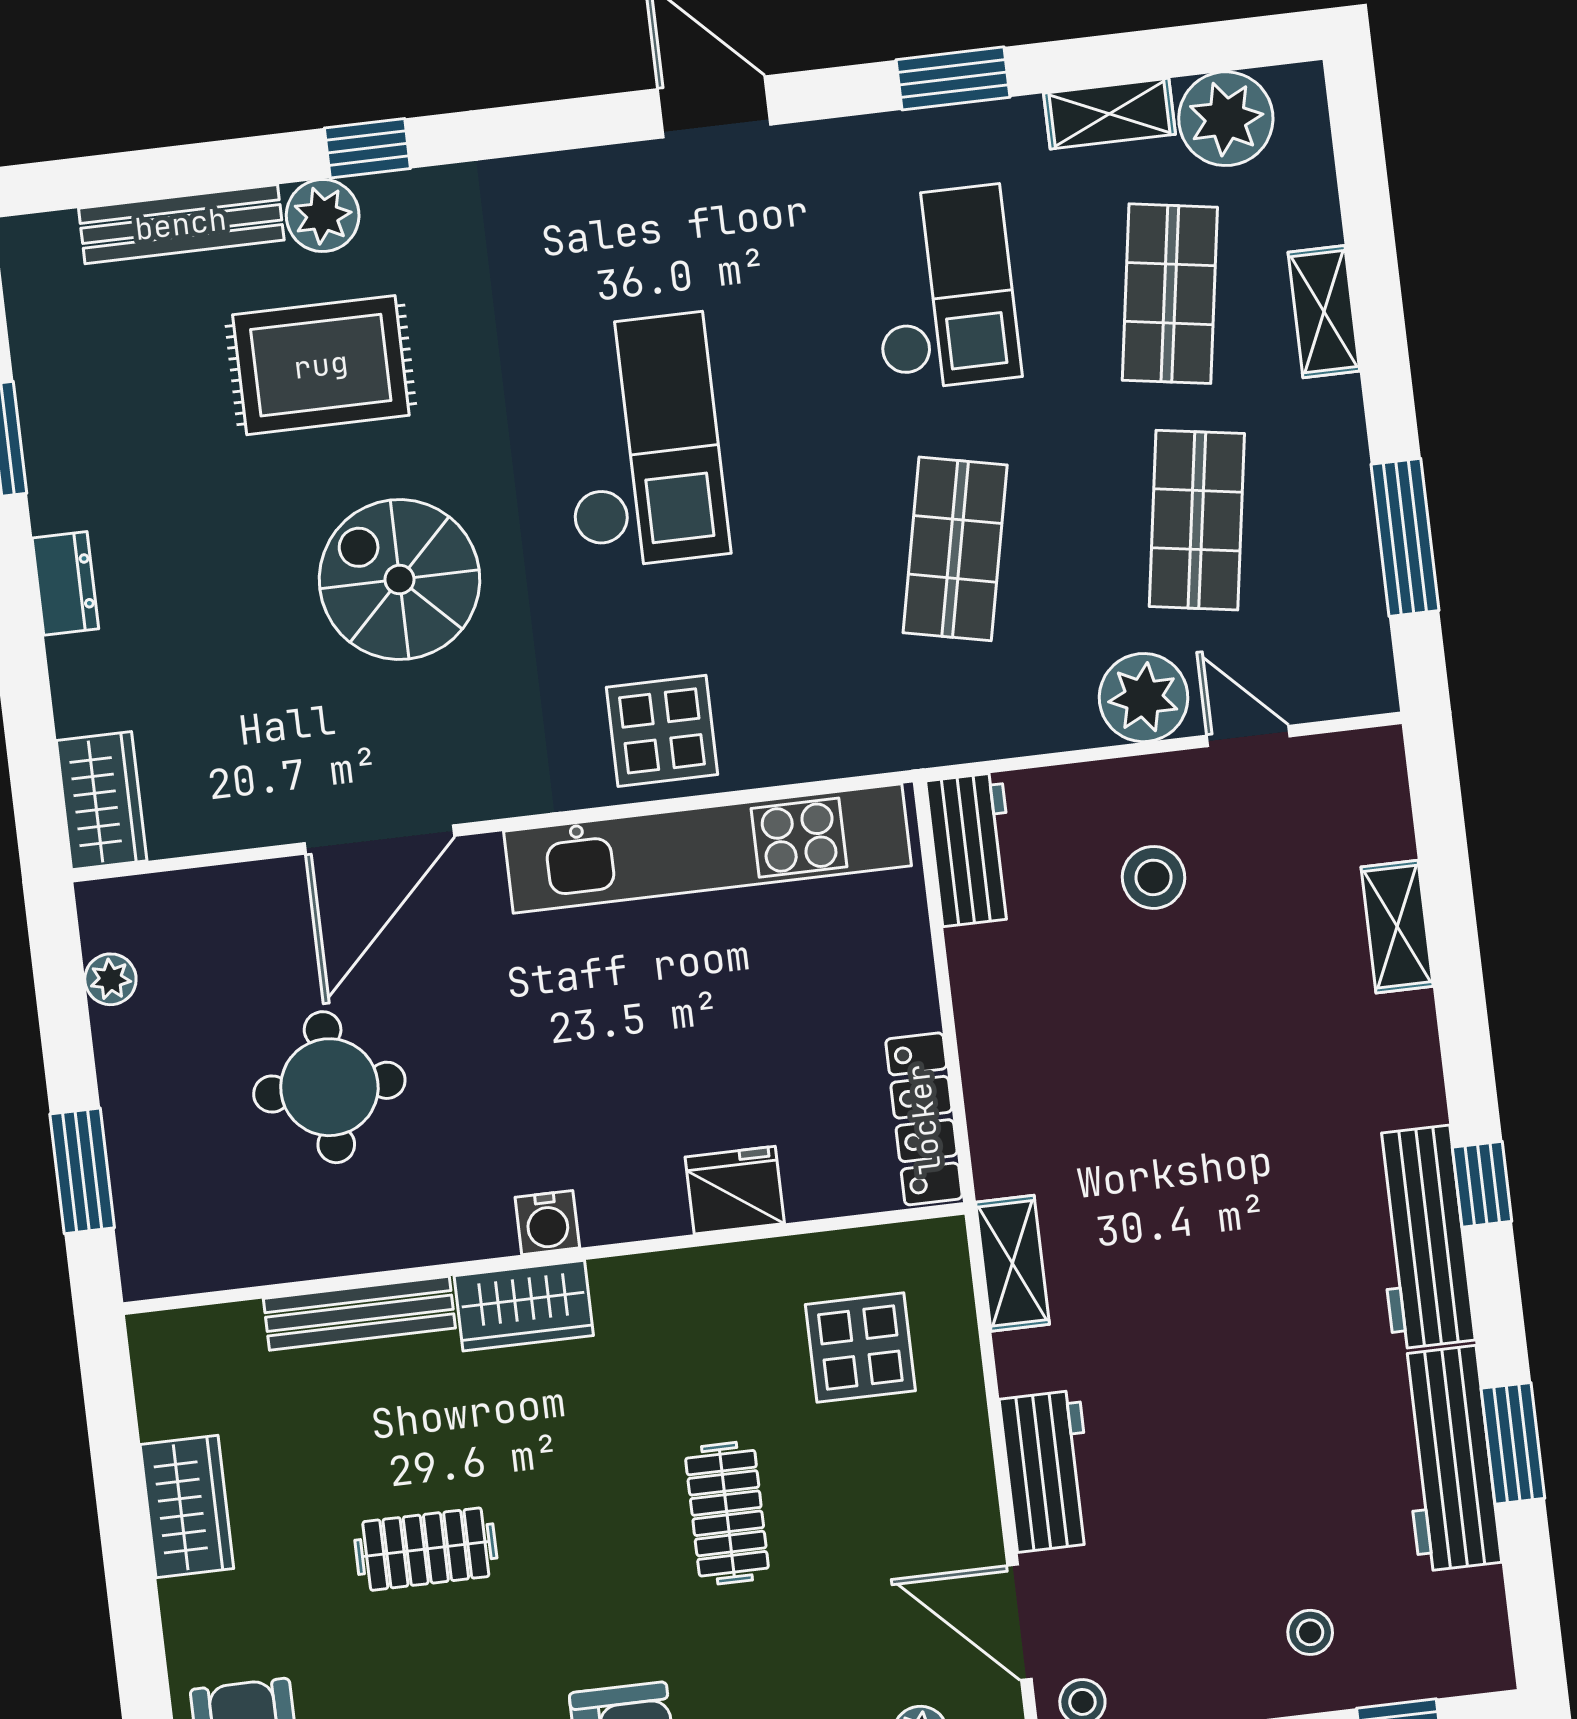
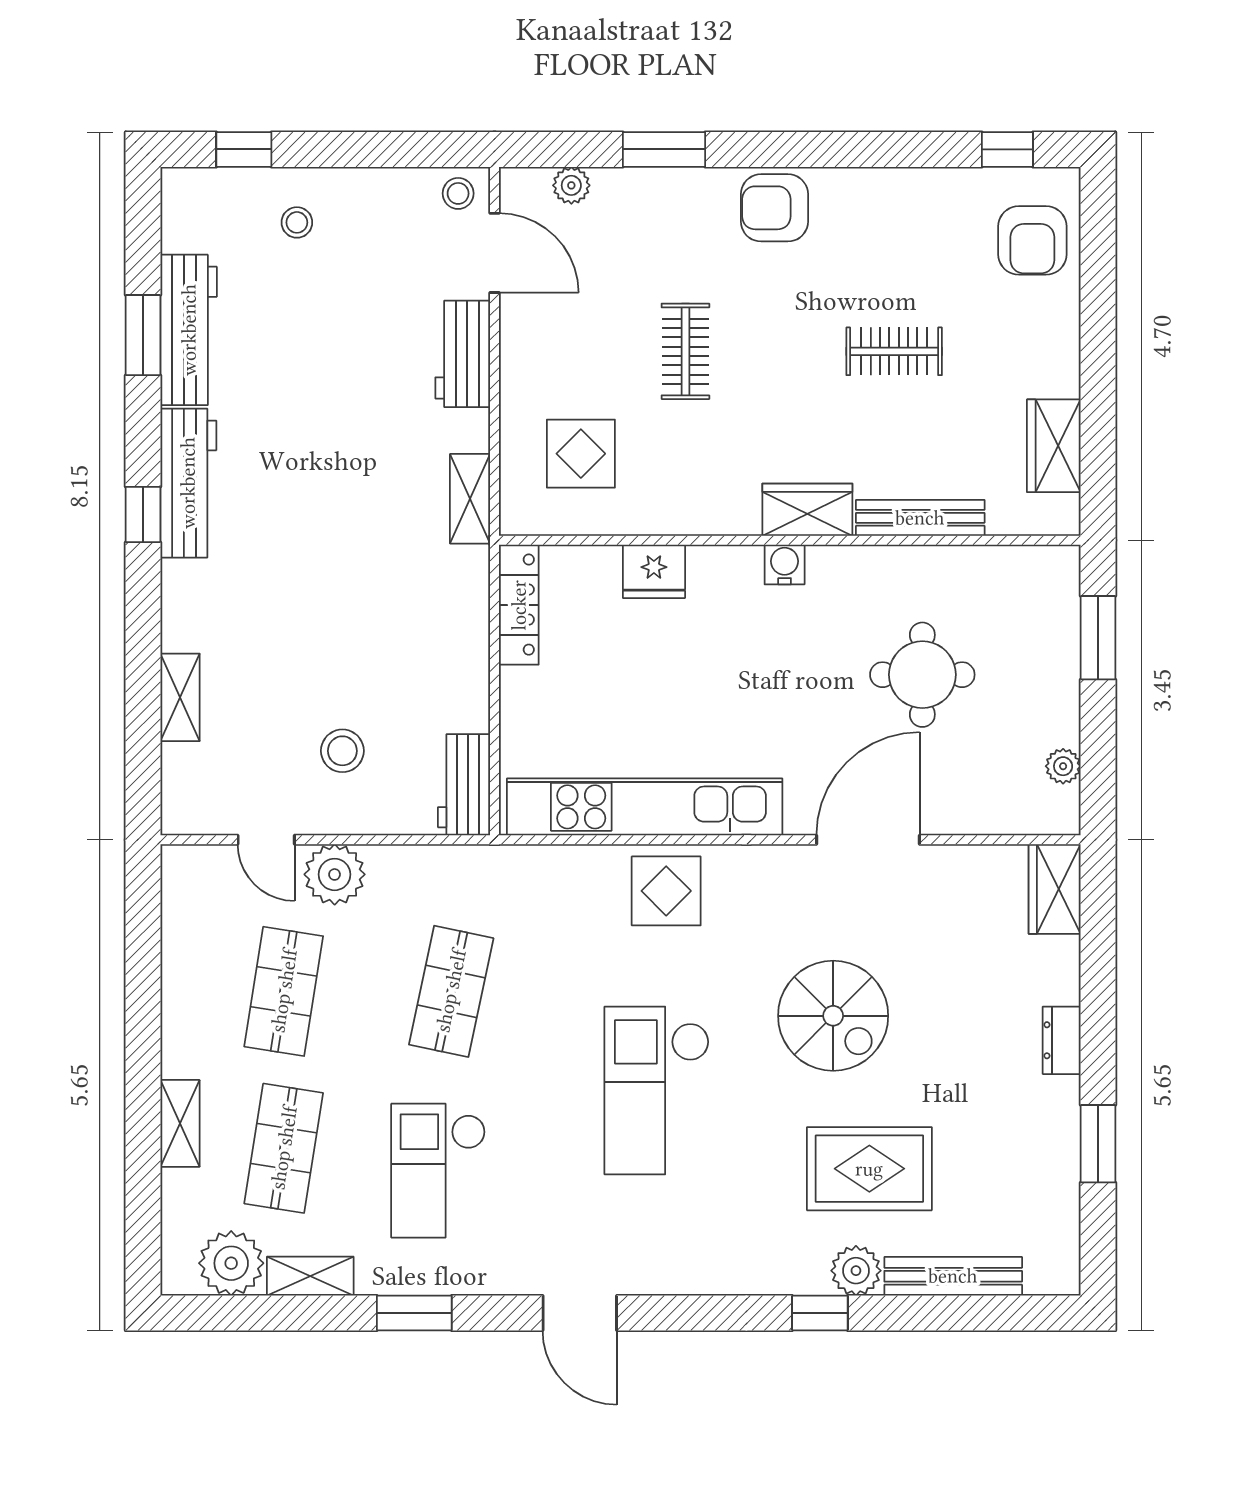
window: (1405, 537) -> (143, 963), removed
wardrobe: (187, 1506) -> (1054, 446), moved

